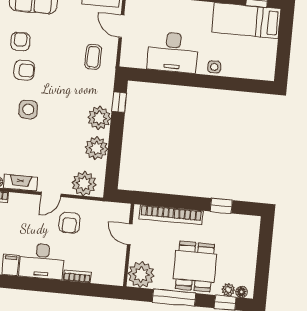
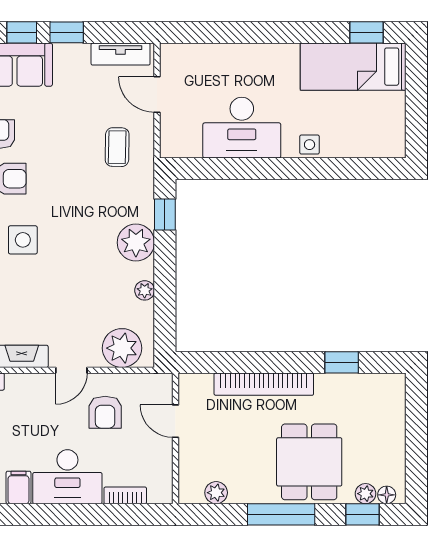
plant: (96, 148) -> (145, 290), width x0.53, depth x0.53
door: (130, 234) -> (175, 421), moved
wall: (129, 245) -> (175, 438), moved
plant: (141, 275) -> (216, 493), width x0.53, depth x0.53

